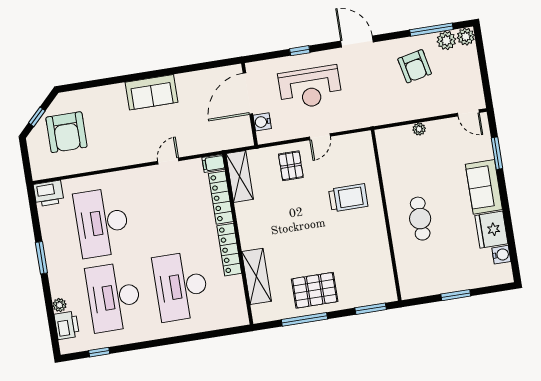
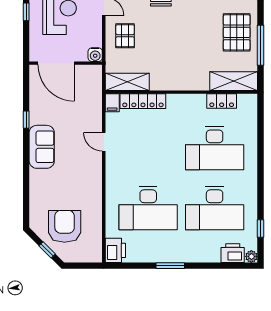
window: (179, 70) -> (26, 120), added
water cooler: (262, 122) -> (95, 55), moved
armchair: (66, 132) -> (65, 226), turned -90
pallet: (291, 166) -> (125, 36), turned 90
locker: (229, 250) -> (222, 101), moved, width x0.66
shelving: (257, 276) -> (234, 81), moved
plant: (59, 305) -> (251, 256), moved

